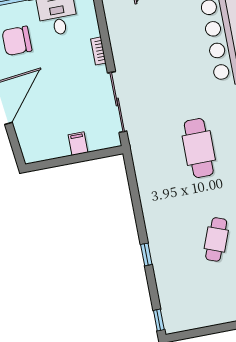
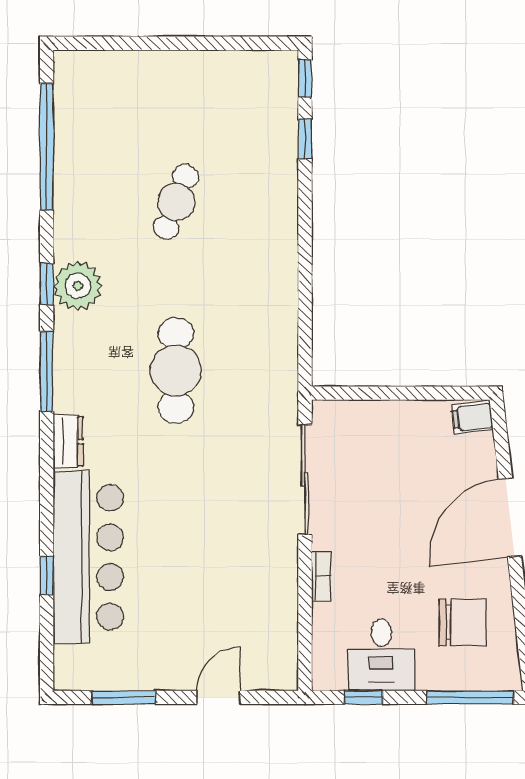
filing cabinet: (78, 144) -> (472, 417), moved, turned 83
window: (146, 254) -> (305, 139), moved

